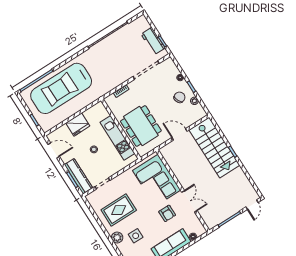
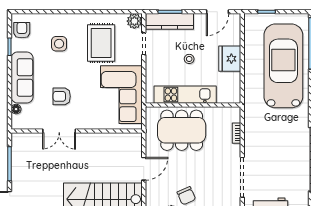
corner sofa: (157, 180) -> (121, 95), moved, turned -90
plant: (117, 238) -> (134, 21), moved

